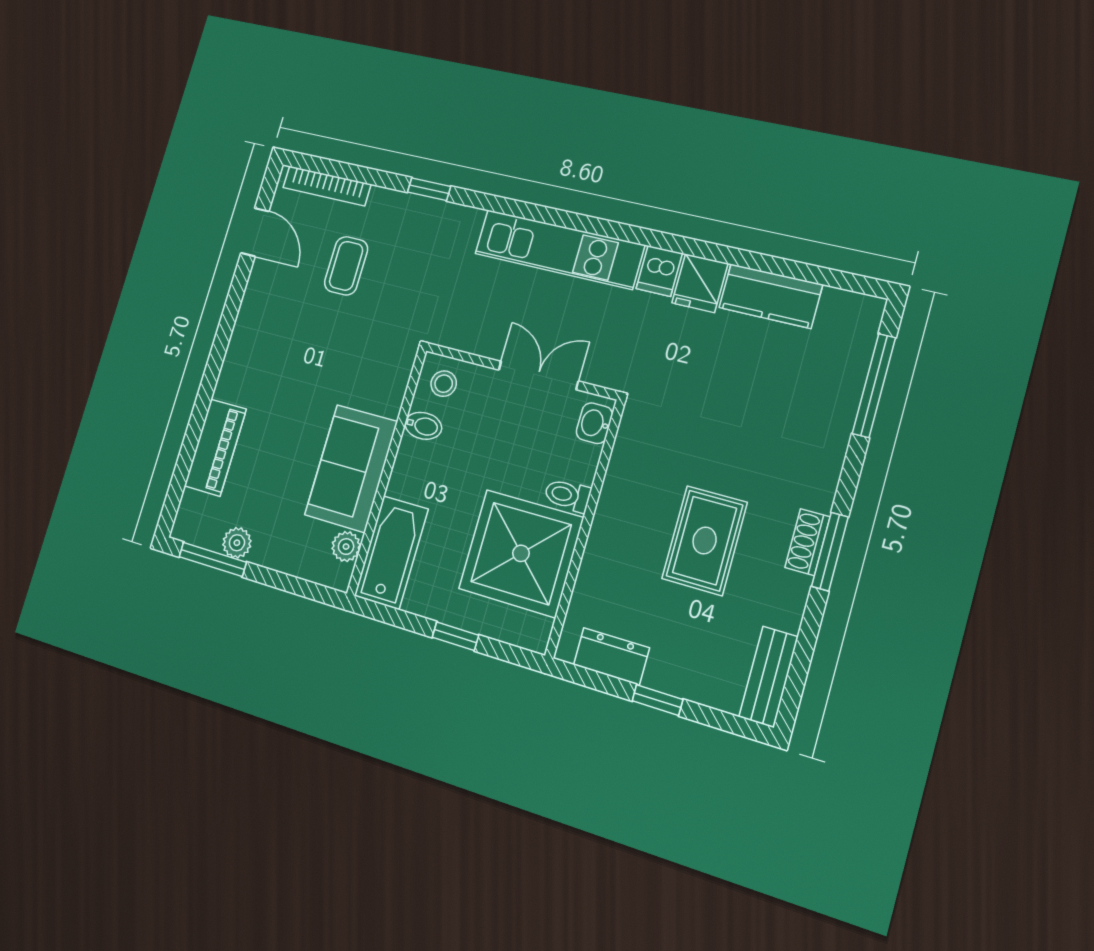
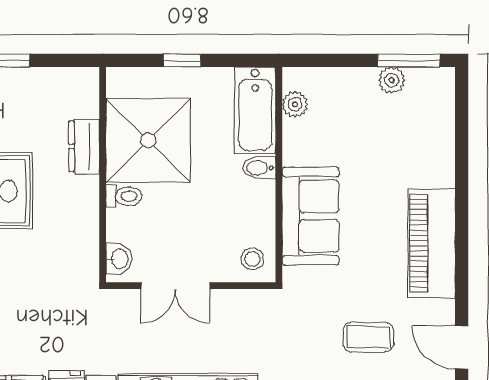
coffee table: (346, 266) -> (368, 337), turned 90
bidet: (423, 426) -> (259, 168), moved
piano: (215, 448) -> (431, 243), moved, width x1.37, depth x1.33
sofa: (351, 468) -> (311, 216), moved
dresser: (611, 656) -> (84, 146), moved, turned 90

